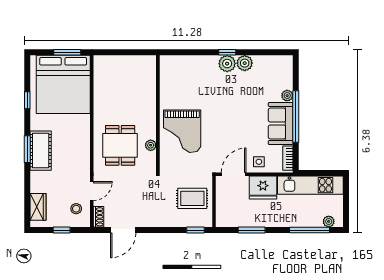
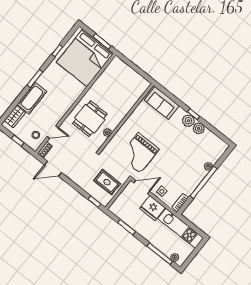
sofa: (281, 124) -> (162, 103), moved, turned -90
grand piano: (182, 131) -> (139, 153), moved
cot: (41, 151) -> (32, 98), moved

